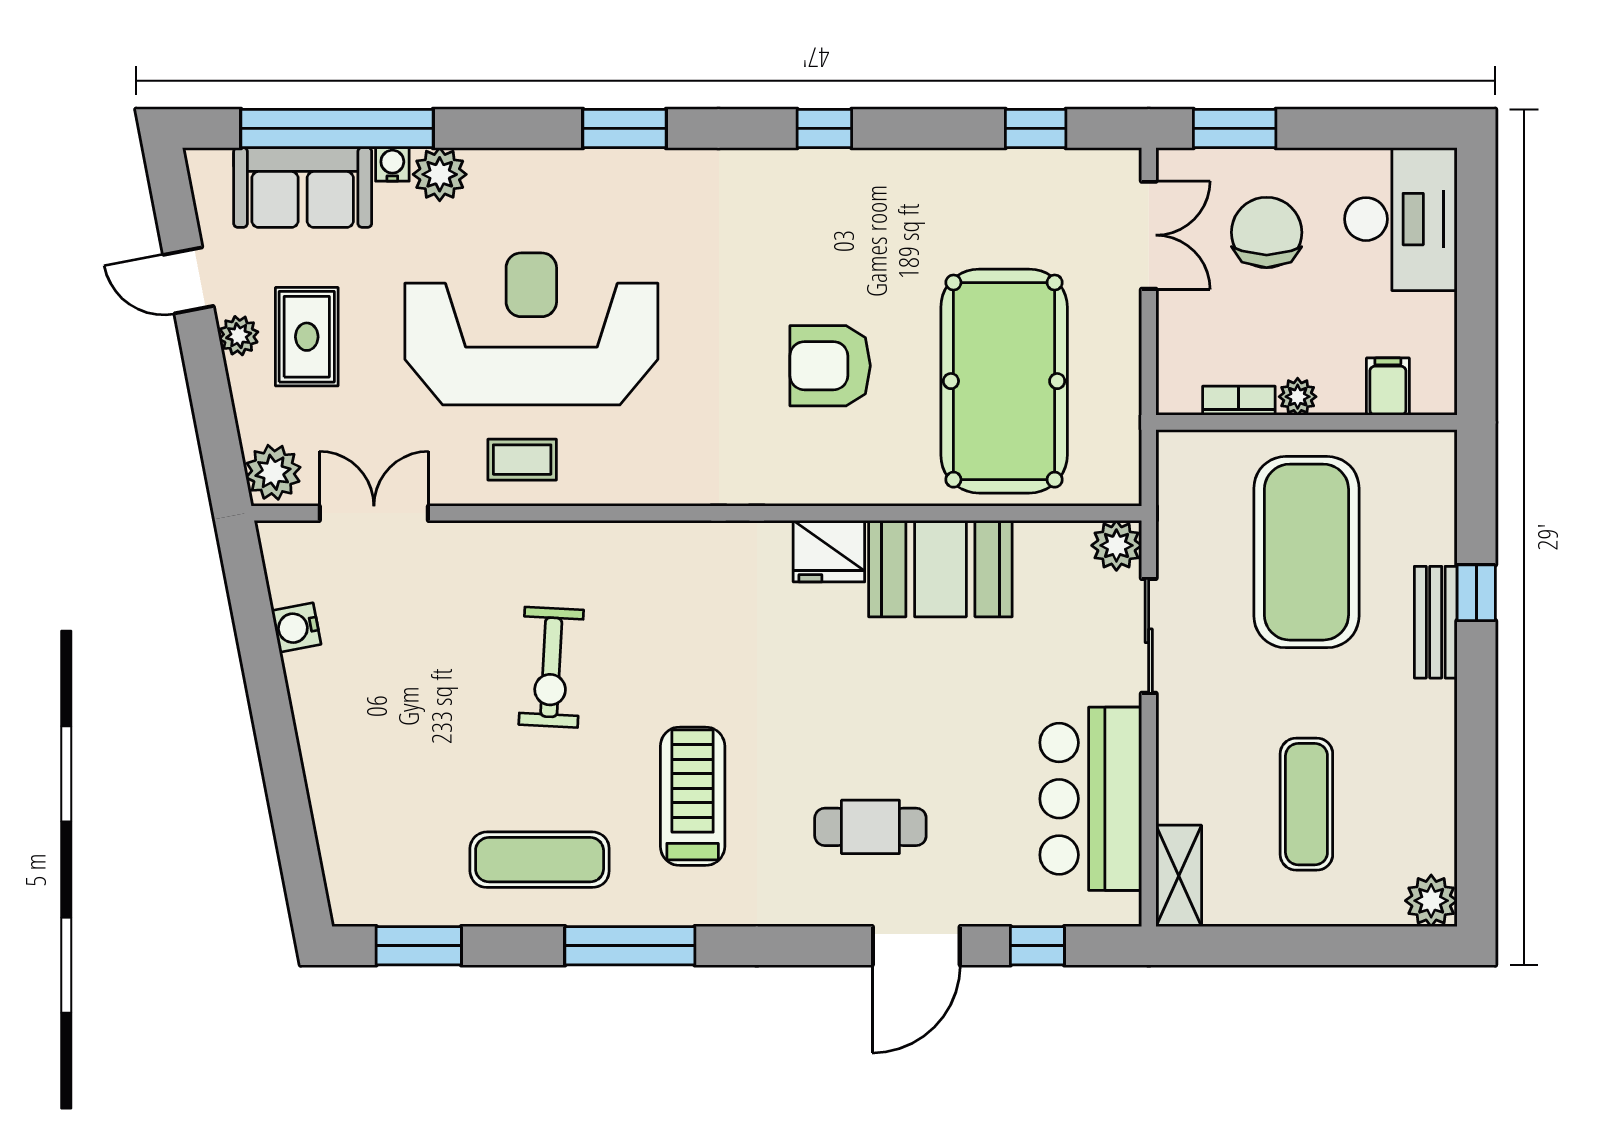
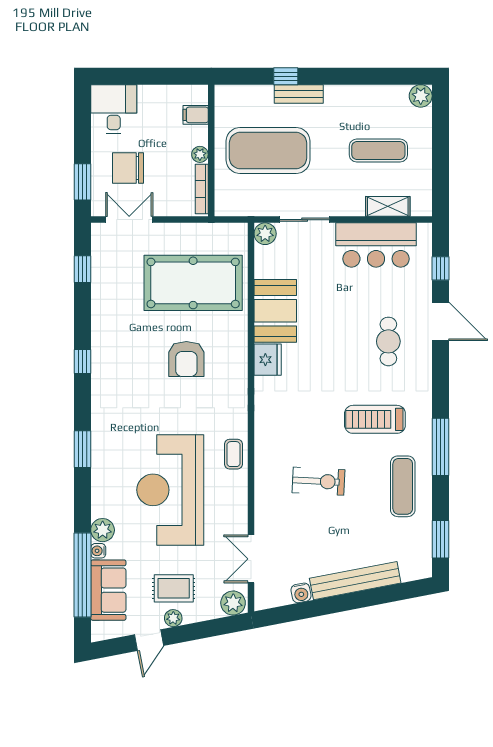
desk: (1401, 219) -> (114, 109), width x0.73
bookcase: (1239, 401) -> (202, 189), width x1.56
coffee table: (522, 460) -> (233, 454), moved
bench: (324, 751) -> (355, 581), added
shelving: (1179, 876) -> (388, 206), moved

